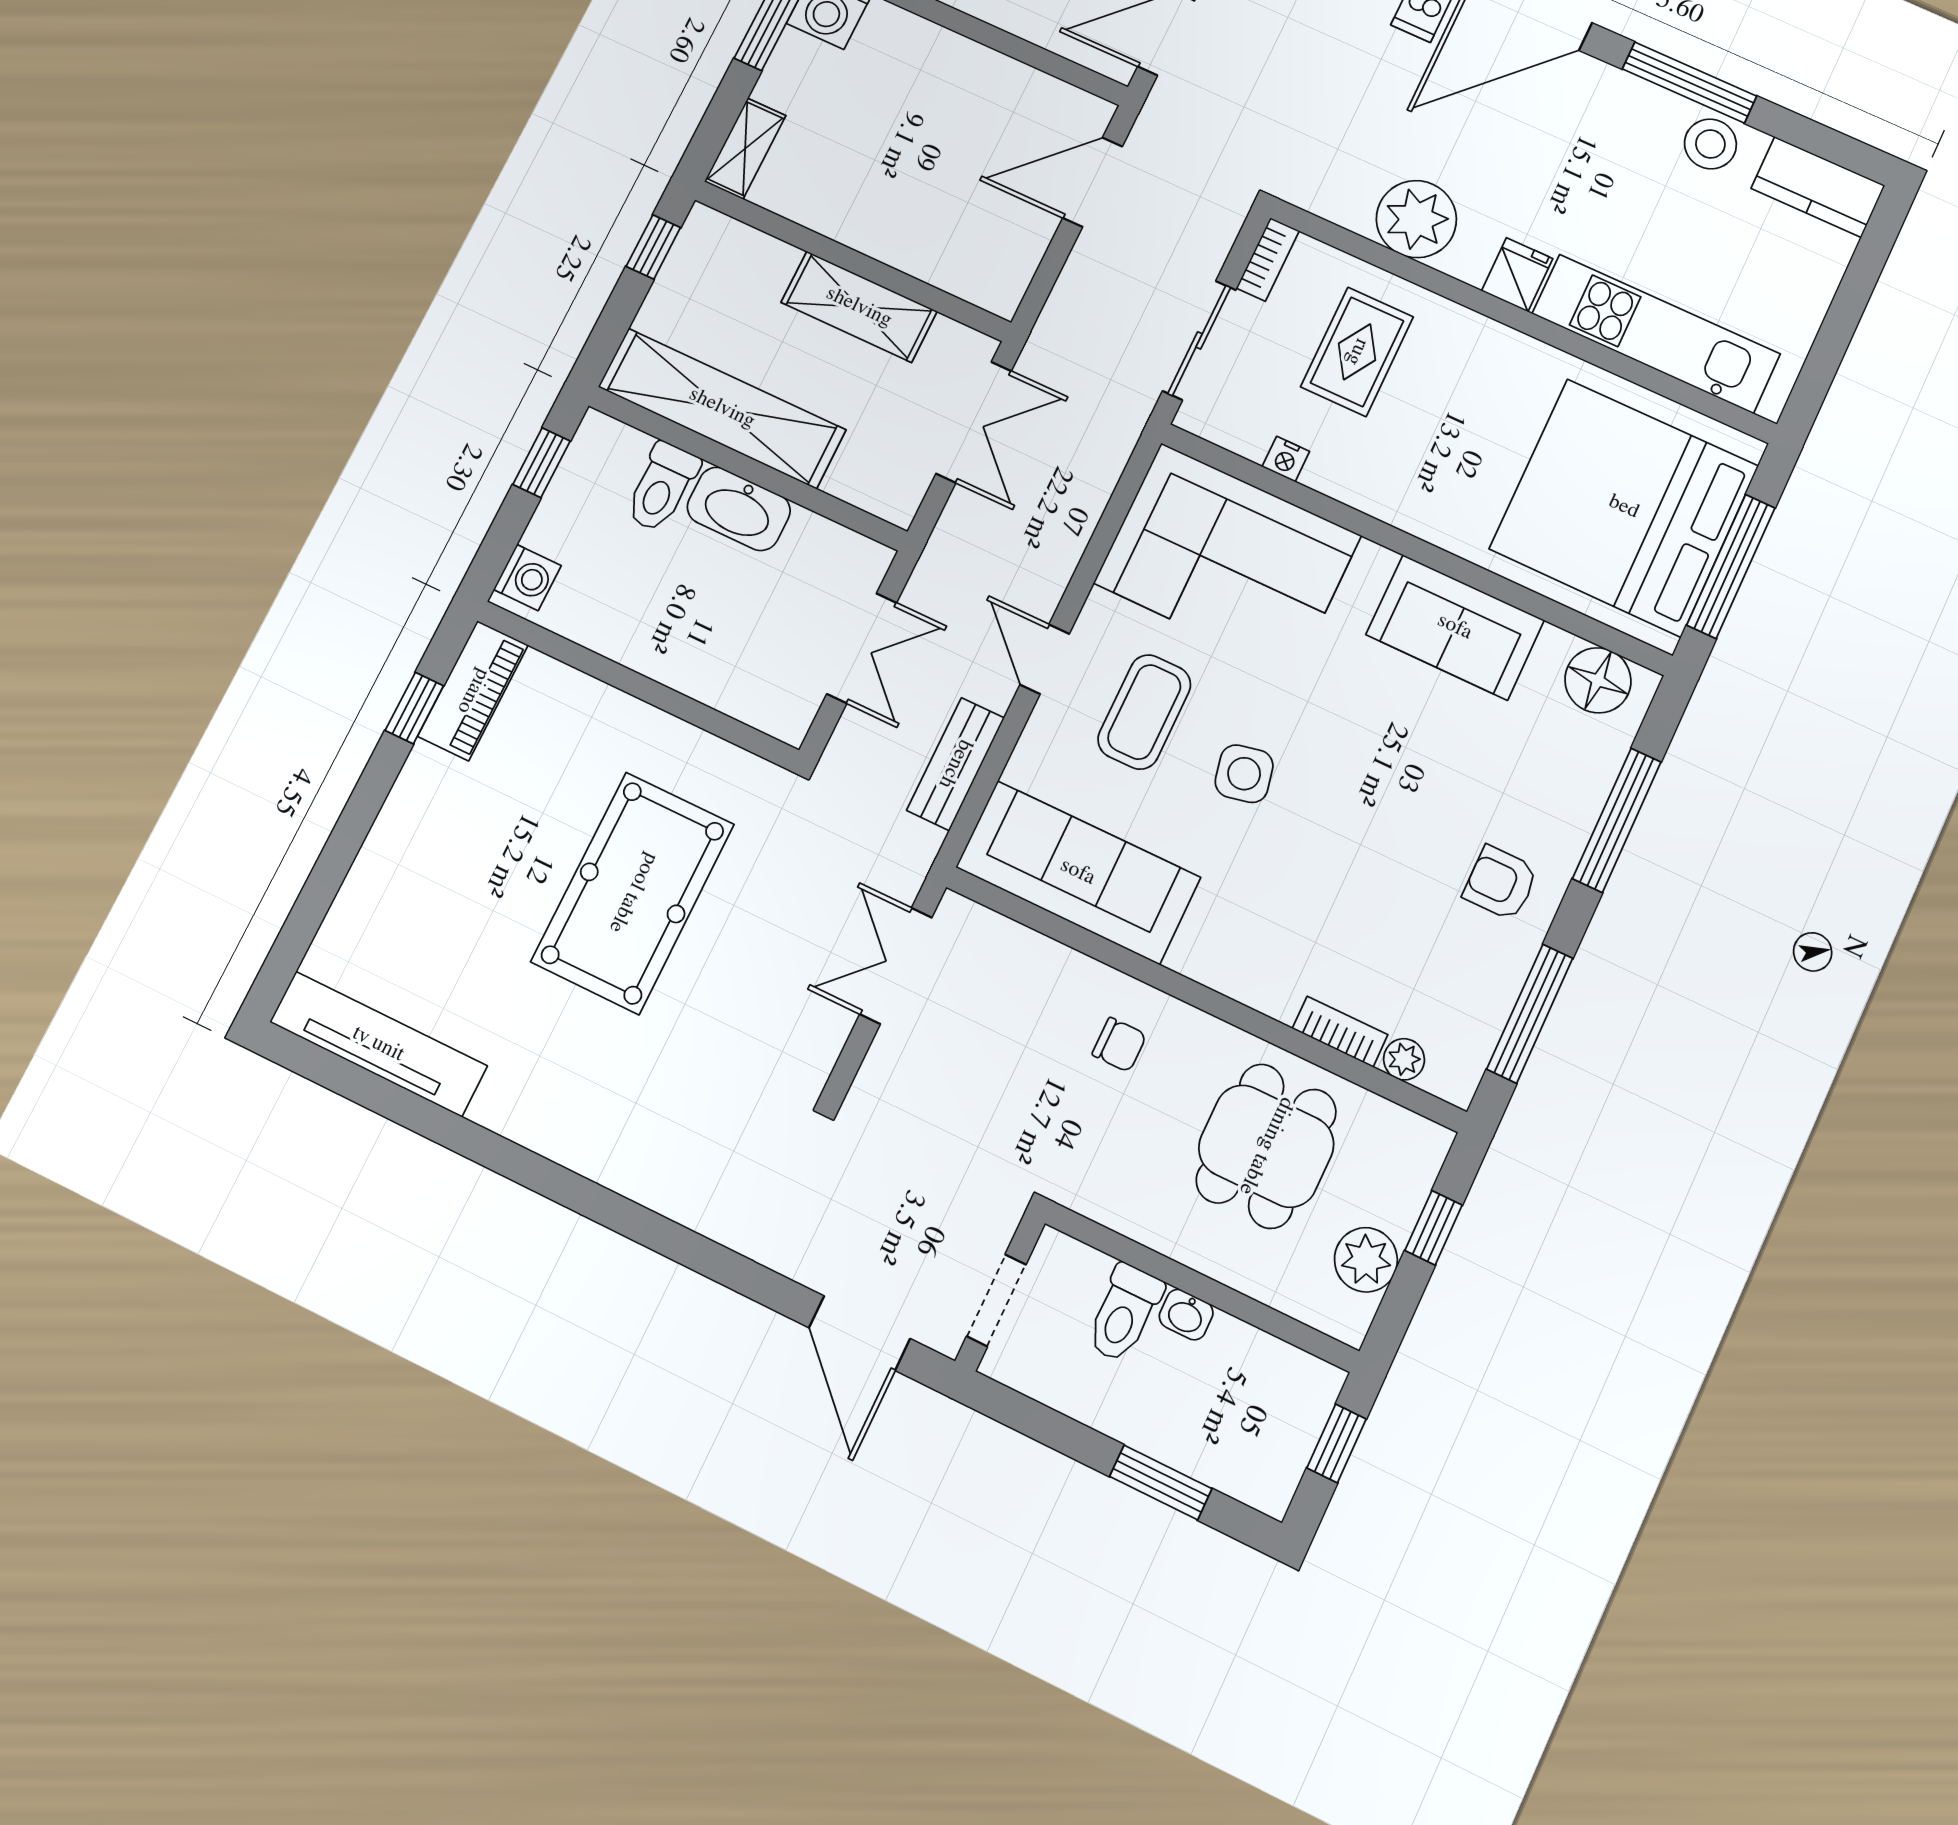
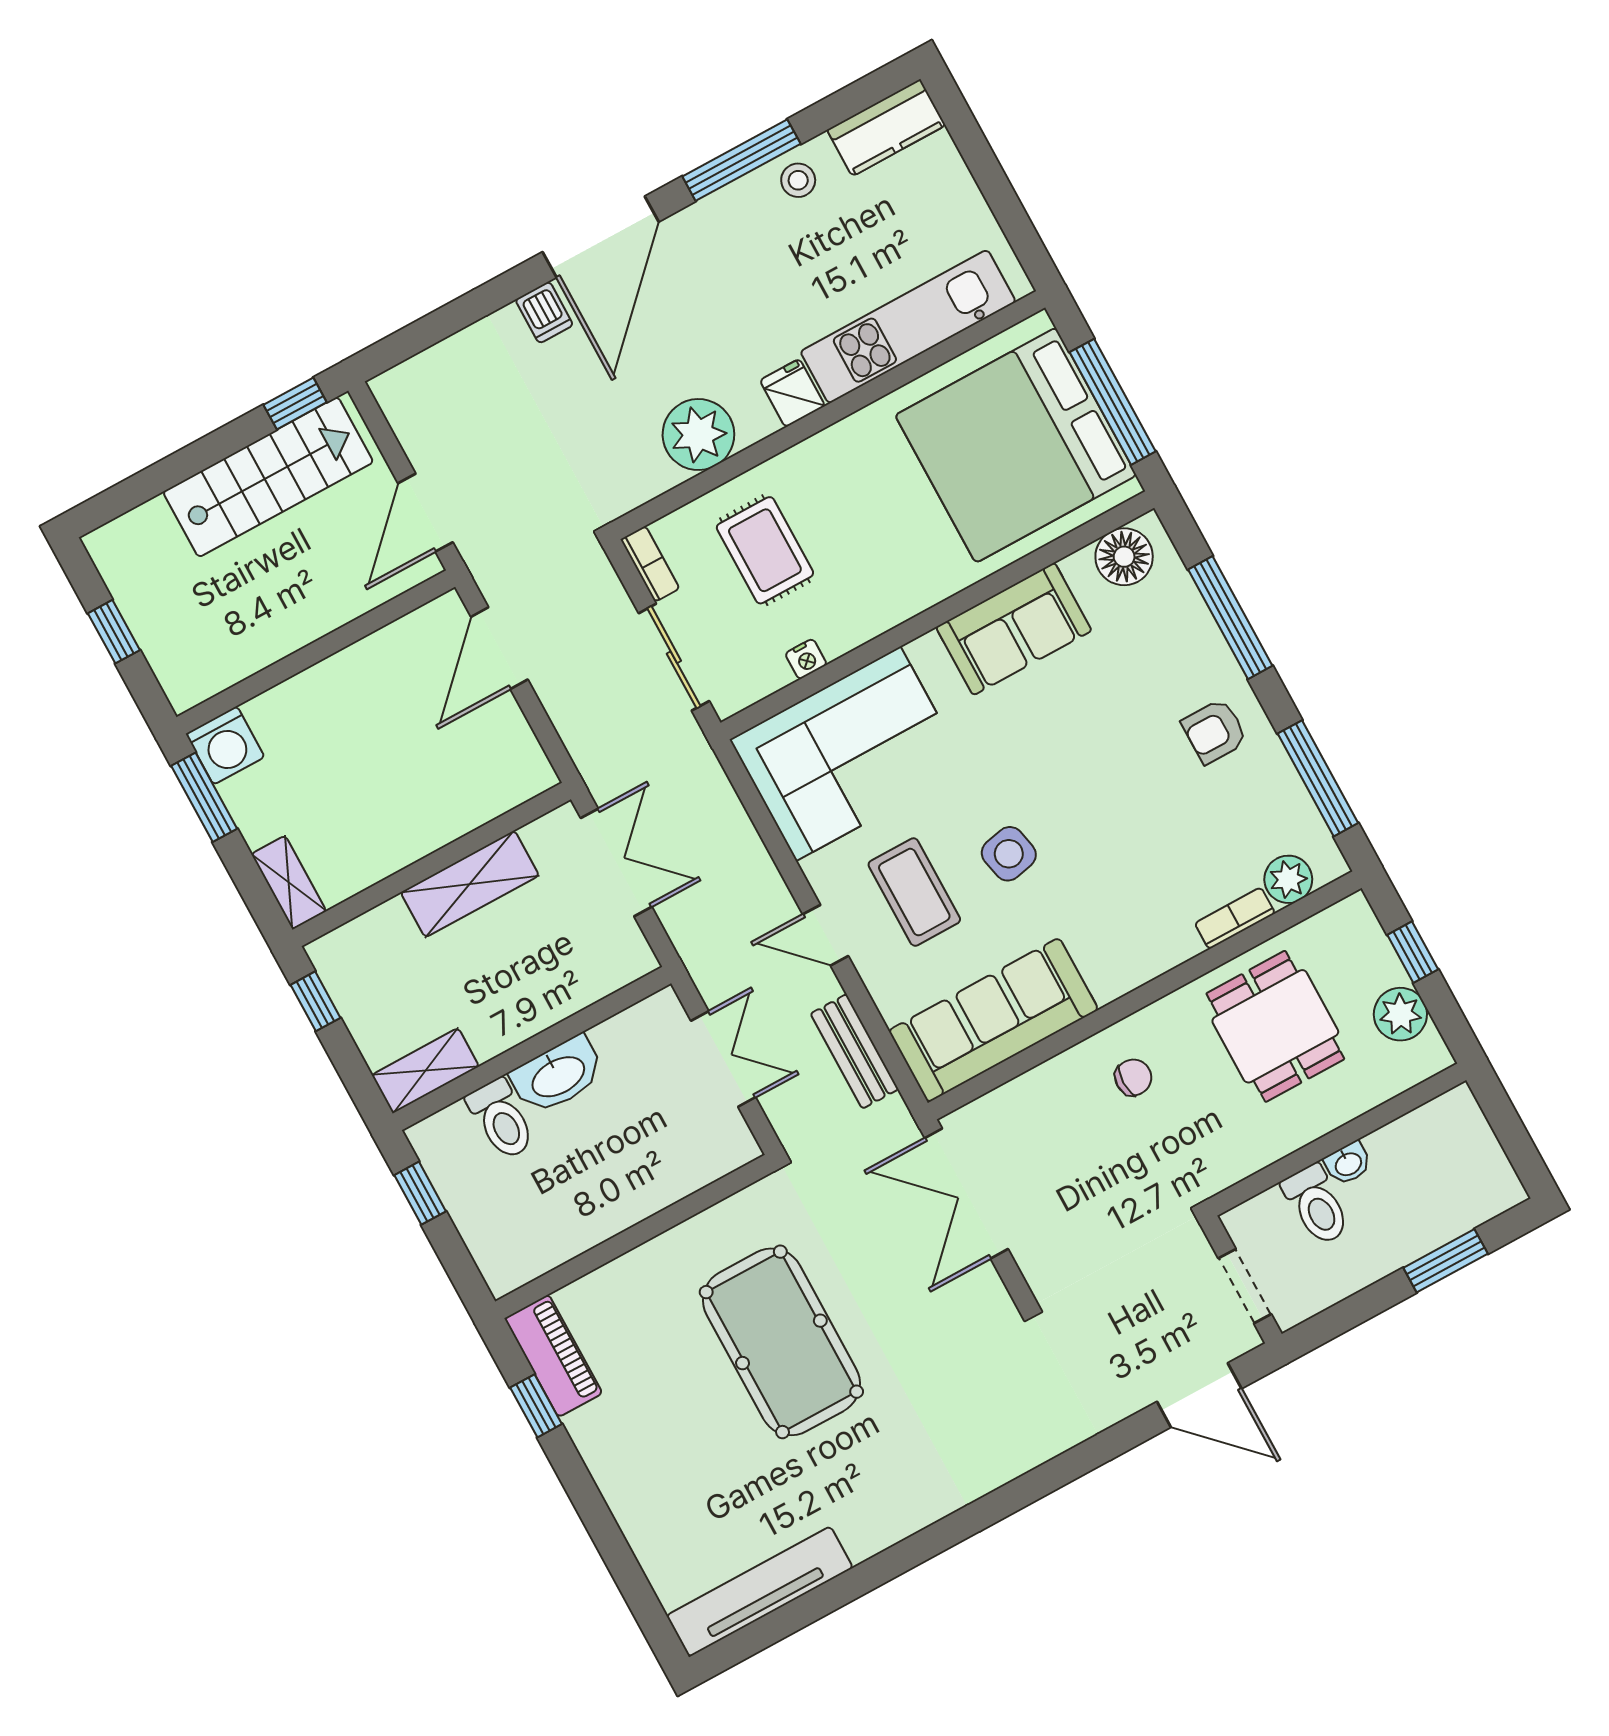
stool: (1710, 144) -> (798, 180), width x0.73, depth x0.73
shelving: (722, 408) -> (425, 1071), width x0.45, depth x0.75
washing machine: (527, 578) -> (498, 1261), removed
double door: (896, 966) -> (966, 1194), width x1.37
plant: (1404, 1059) -> (1288, 879), width x1.38, depth x1.38
window: (1337, 1443) -> (1506, 1123), removed

